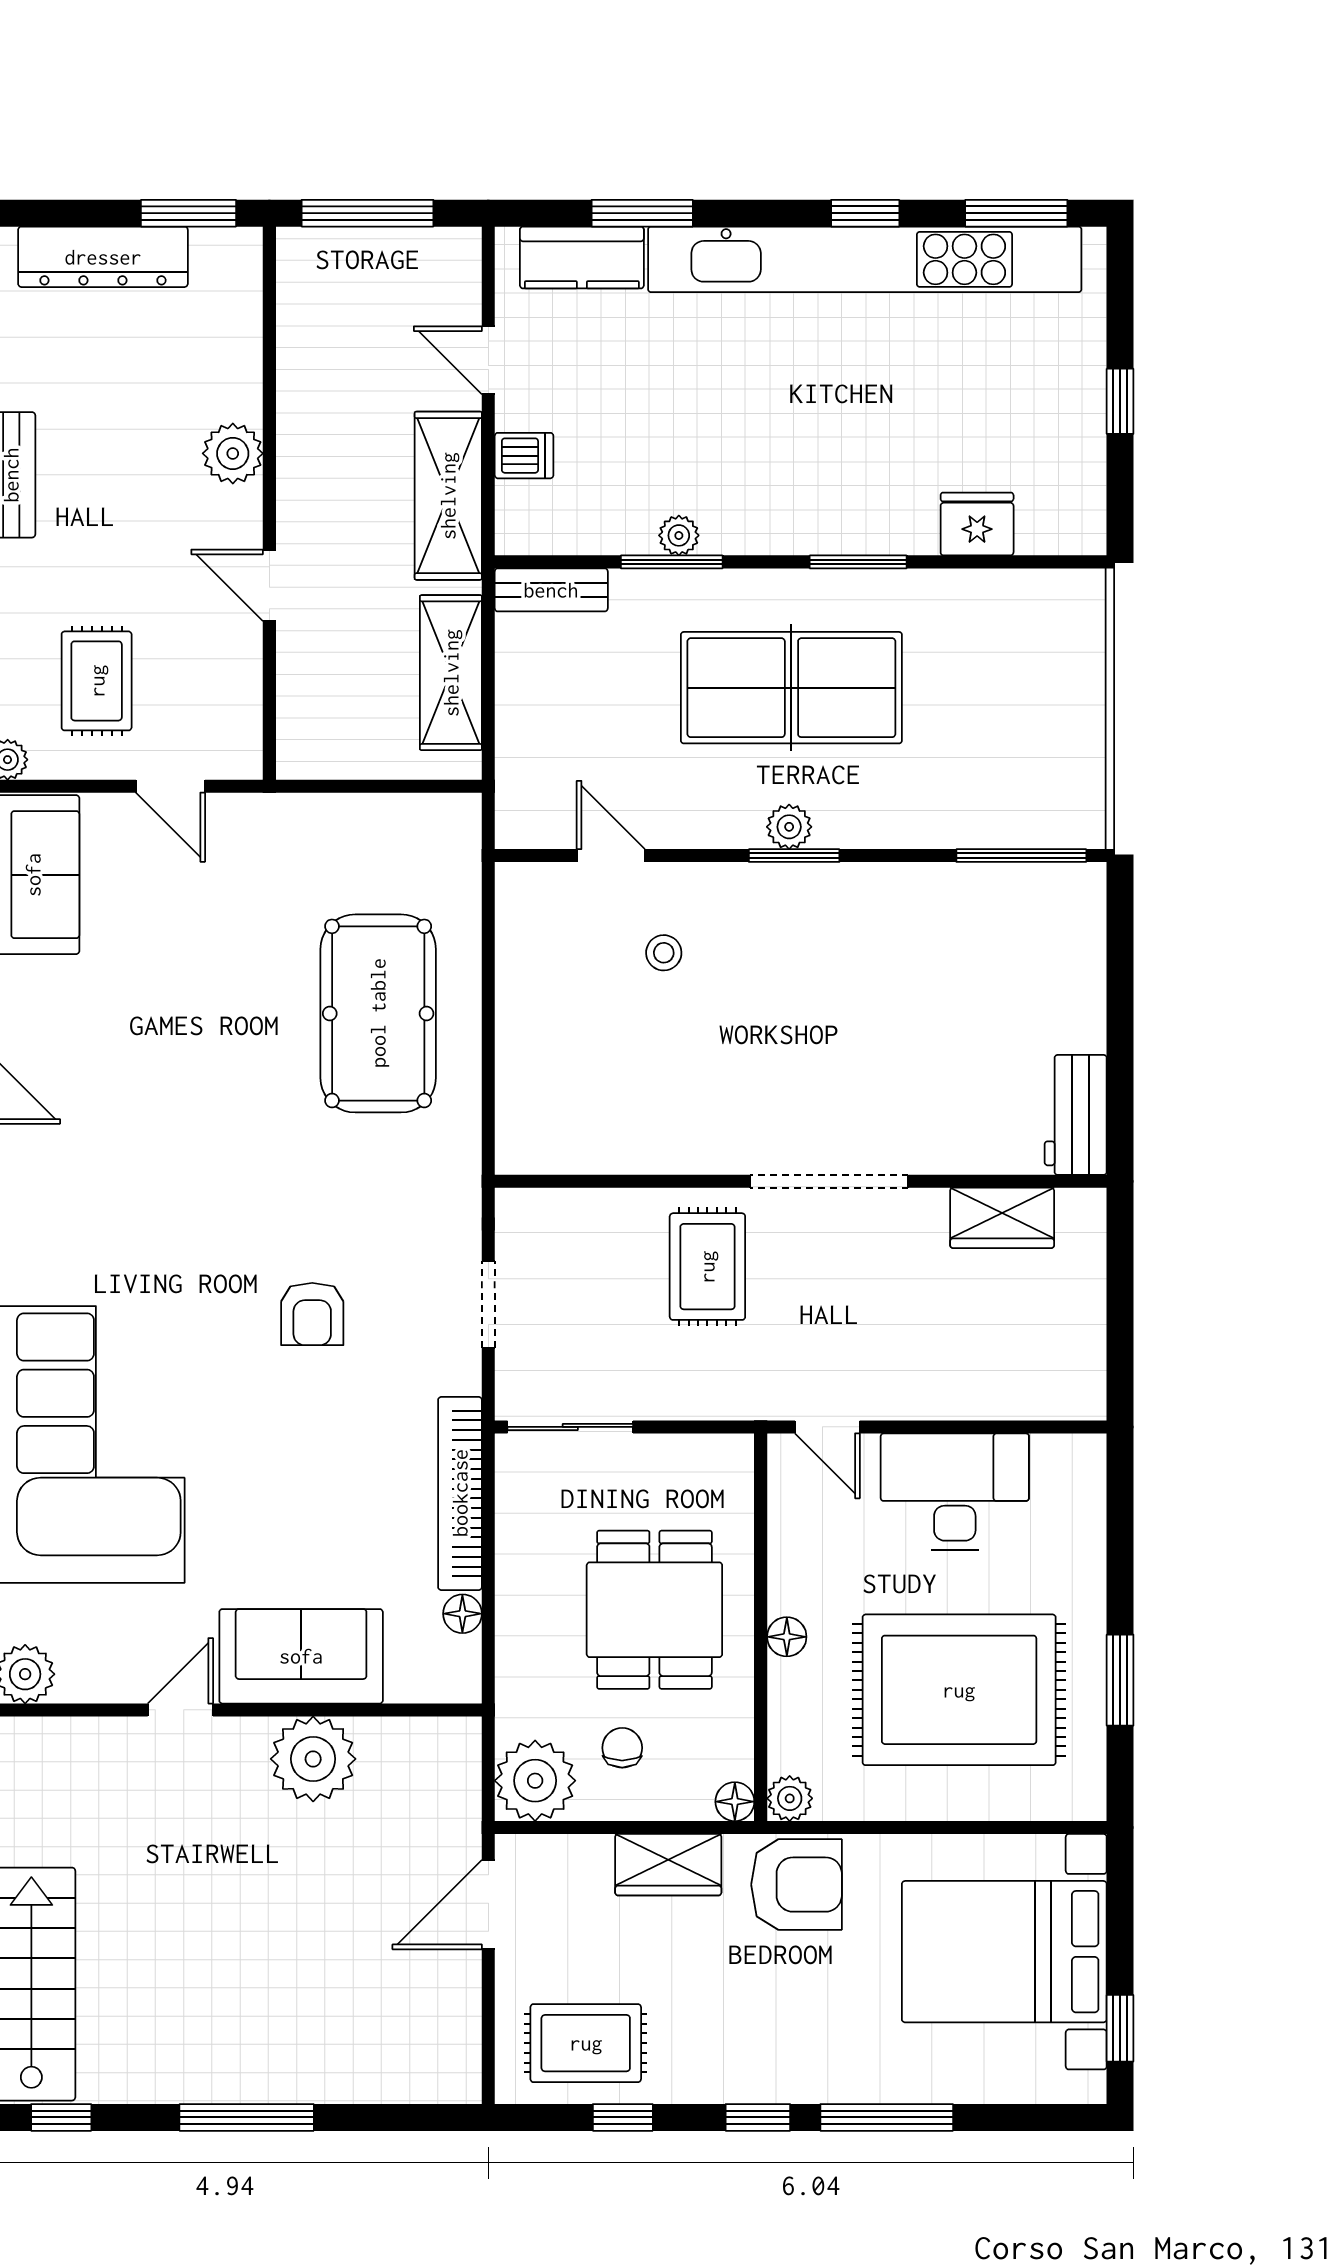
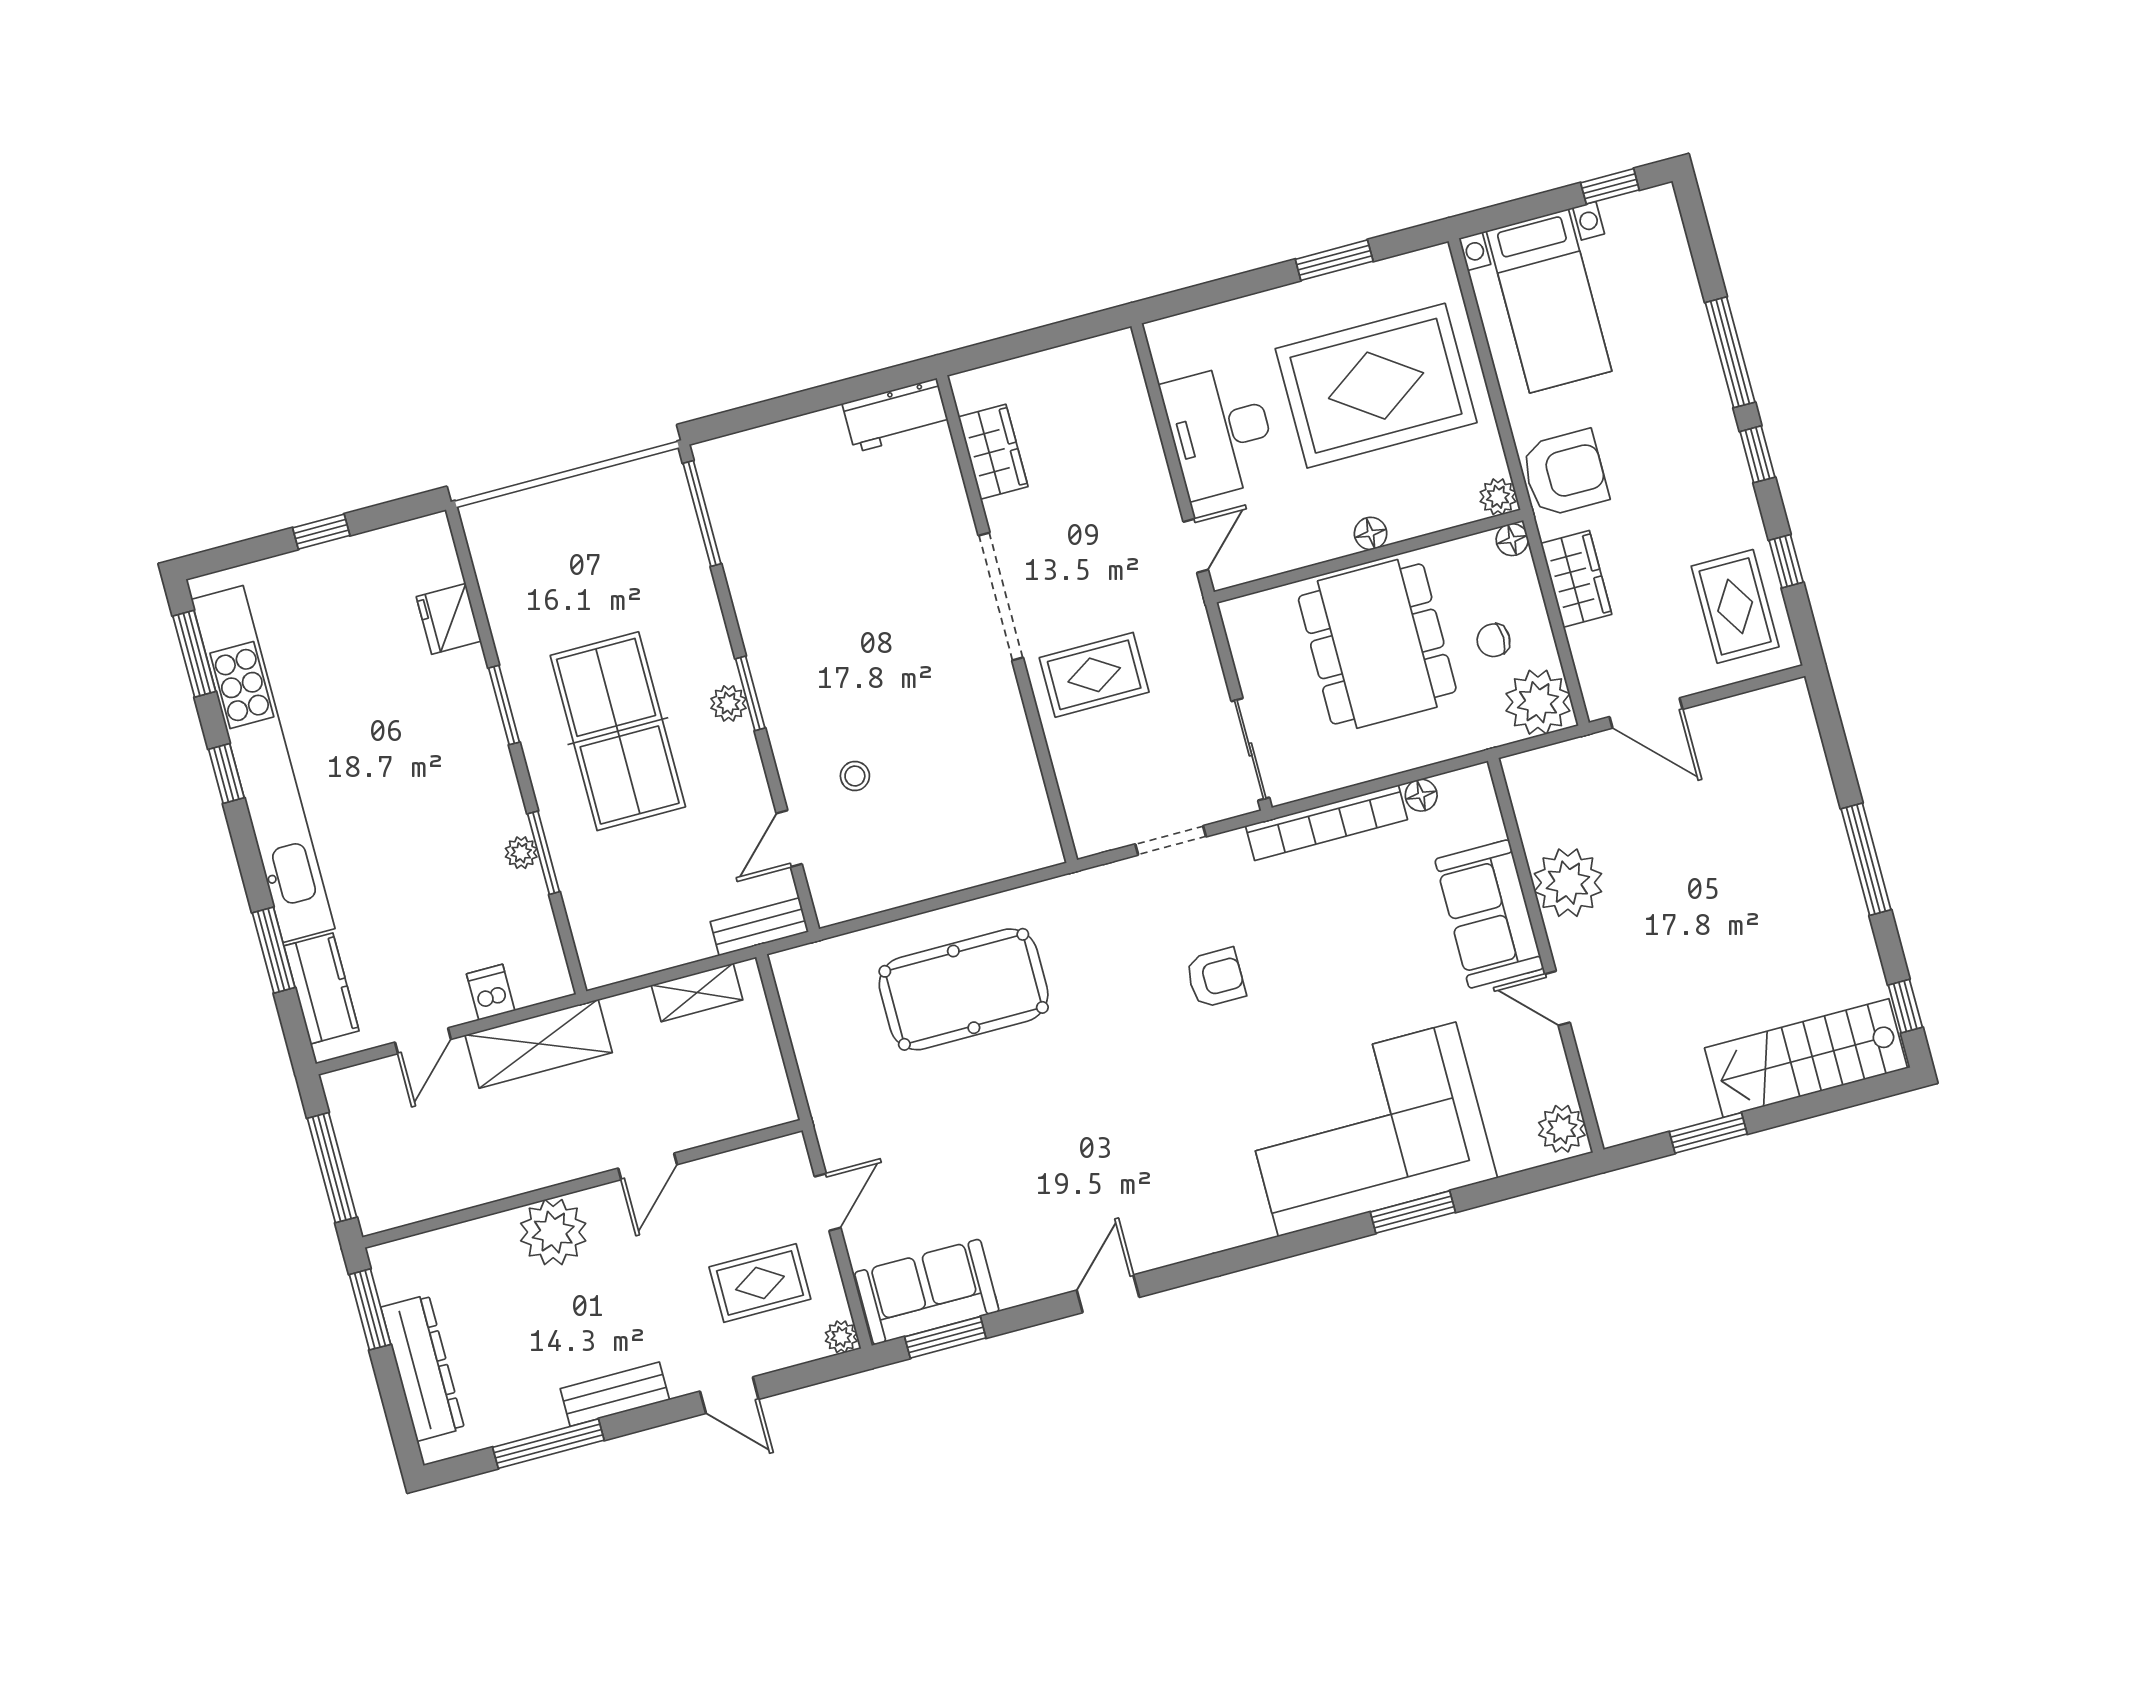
plant: (233, 453) -> (553, 1232), width x1.36, depth x1.36
bench: (551, 590) -> (759, 927), moved, turned 90
shelving: (451, 673) -> (697, 992), width x0.67, depth x0.75
dining table: (654, 1610) -> (1377, 644), width x1.37
rug: (959, 1690) -> (1376, 386), turned 90
armchair: (796, 1885) -> (1565, 473), turned 90
bed with nightstands: (1004, 1952) -> (1549, 301), width x0.73

